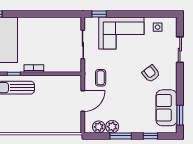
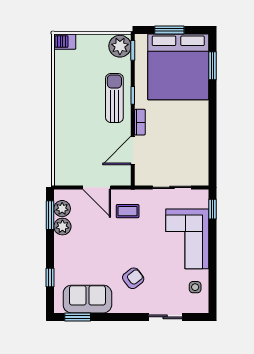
door: (55, 74) -> (133, 150), added
window: (121, 136) -> (50, 215), moved

